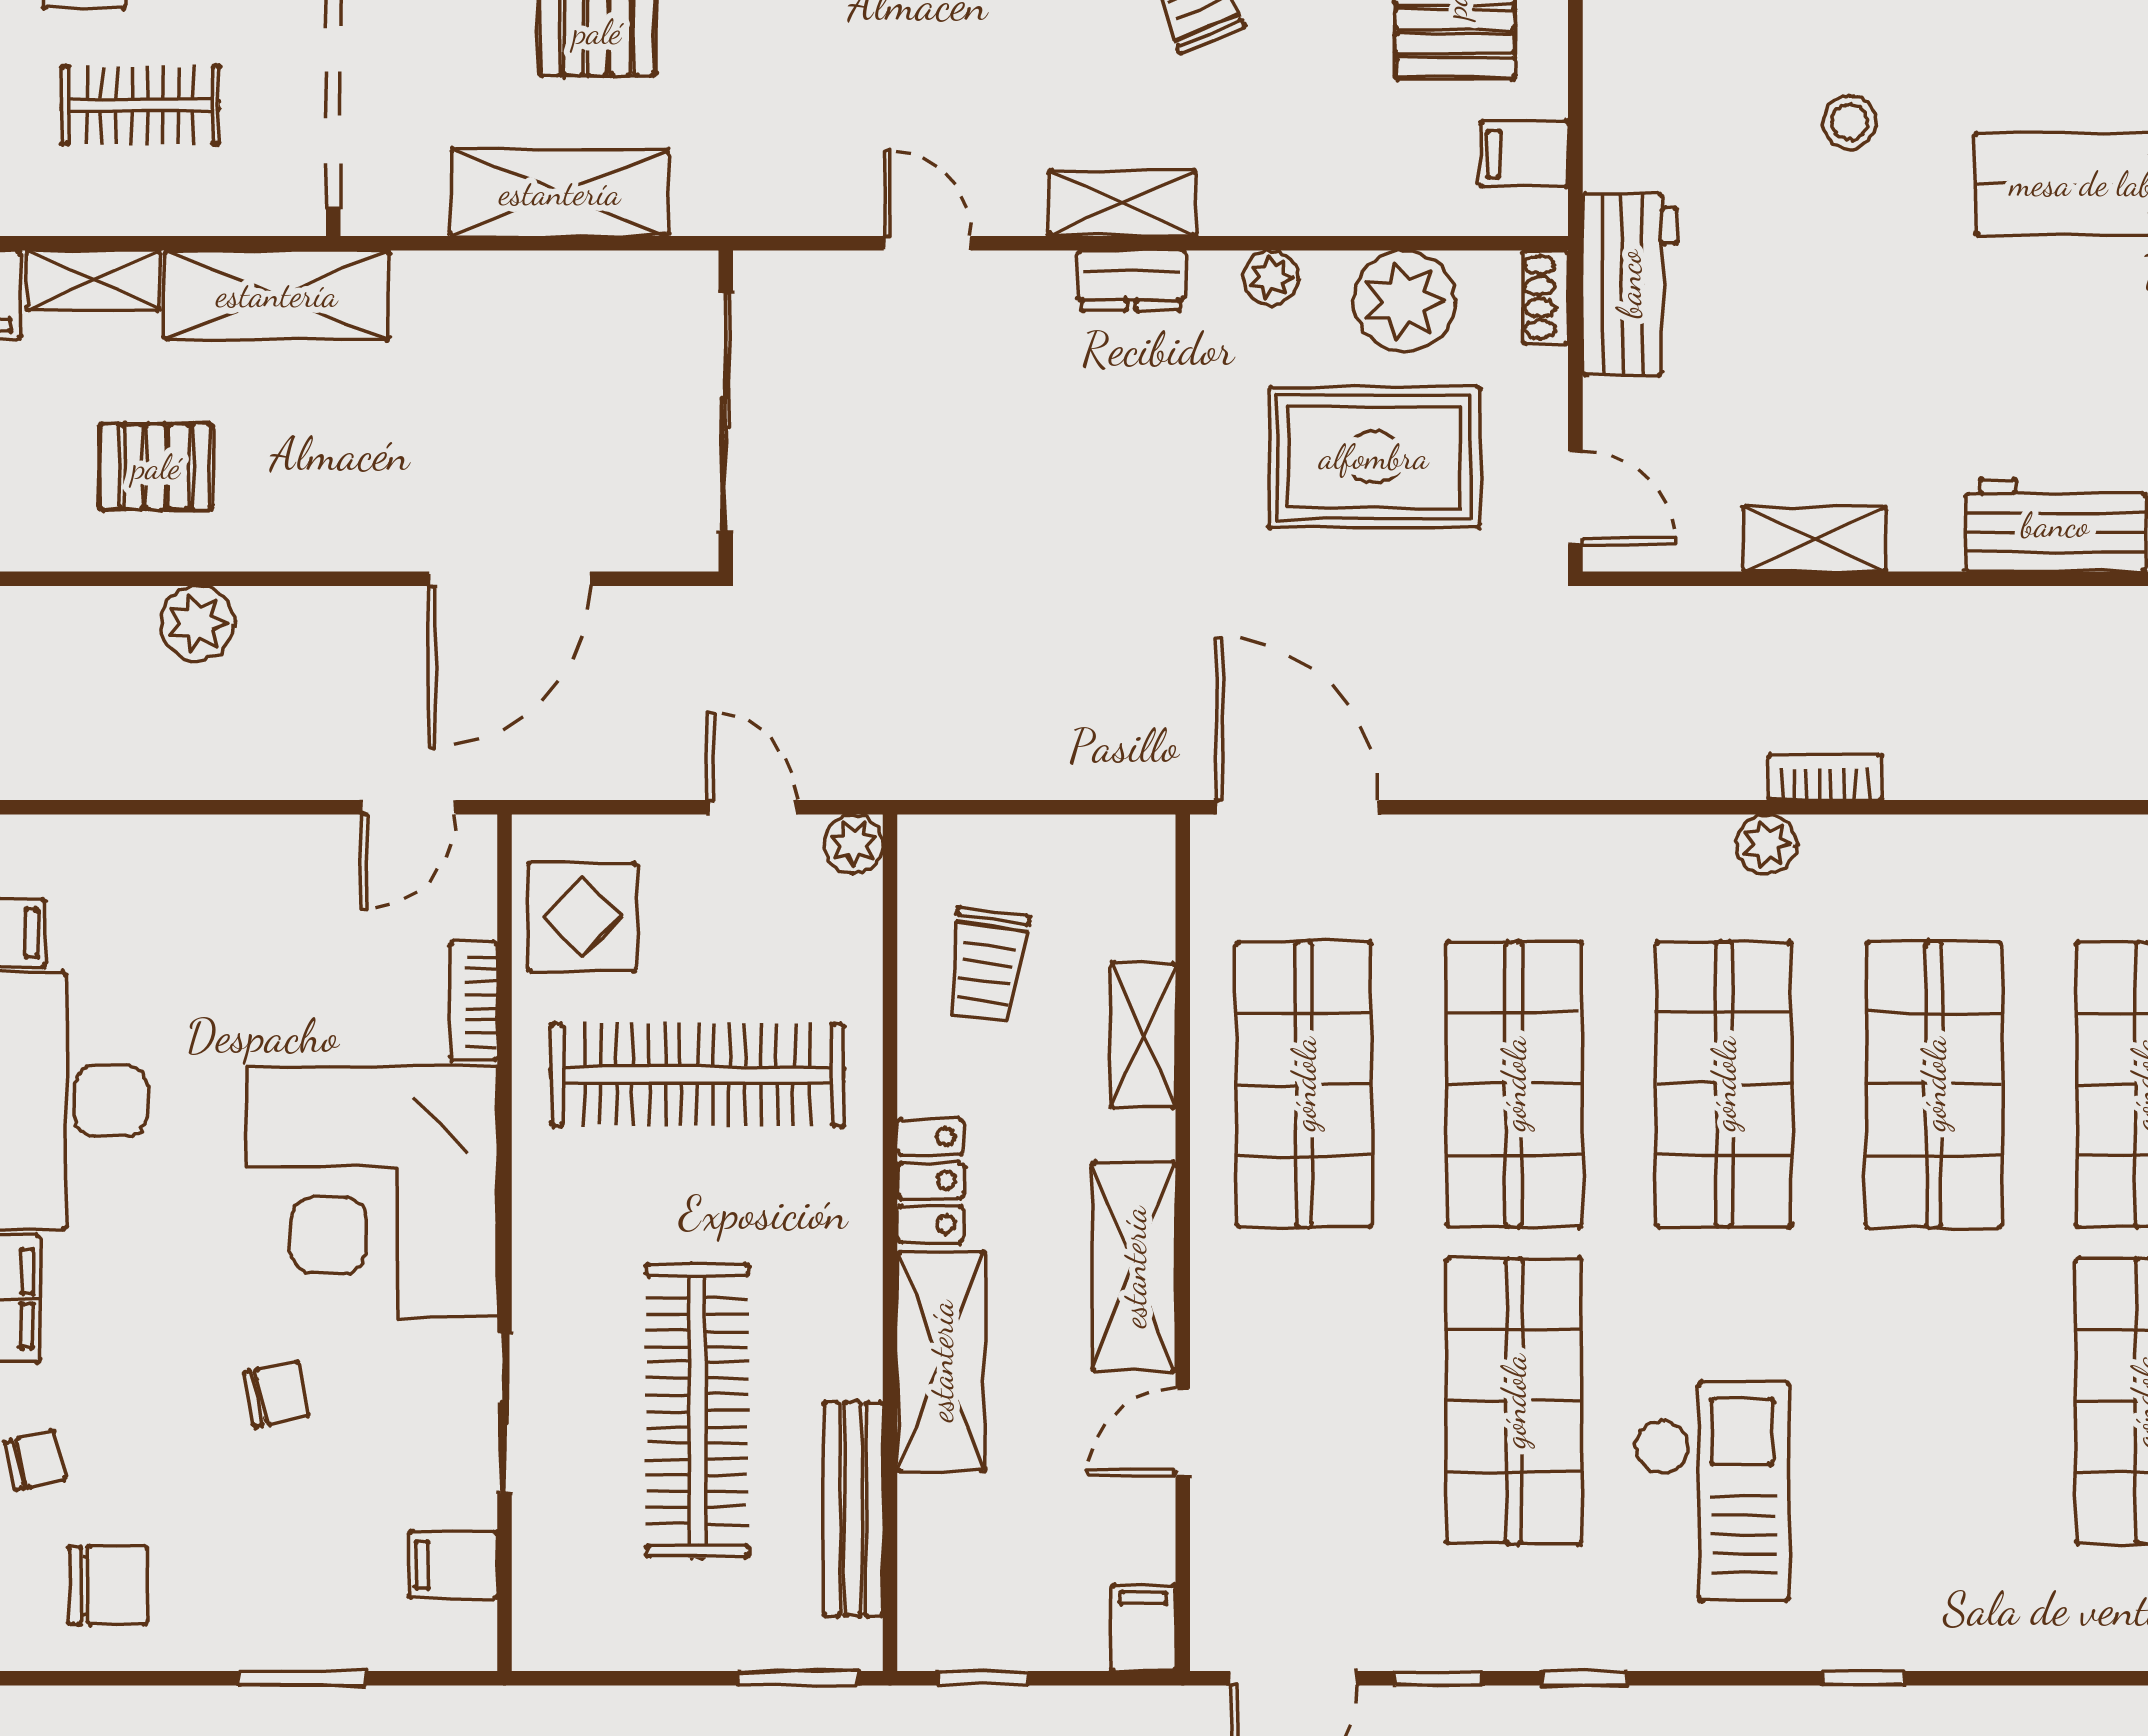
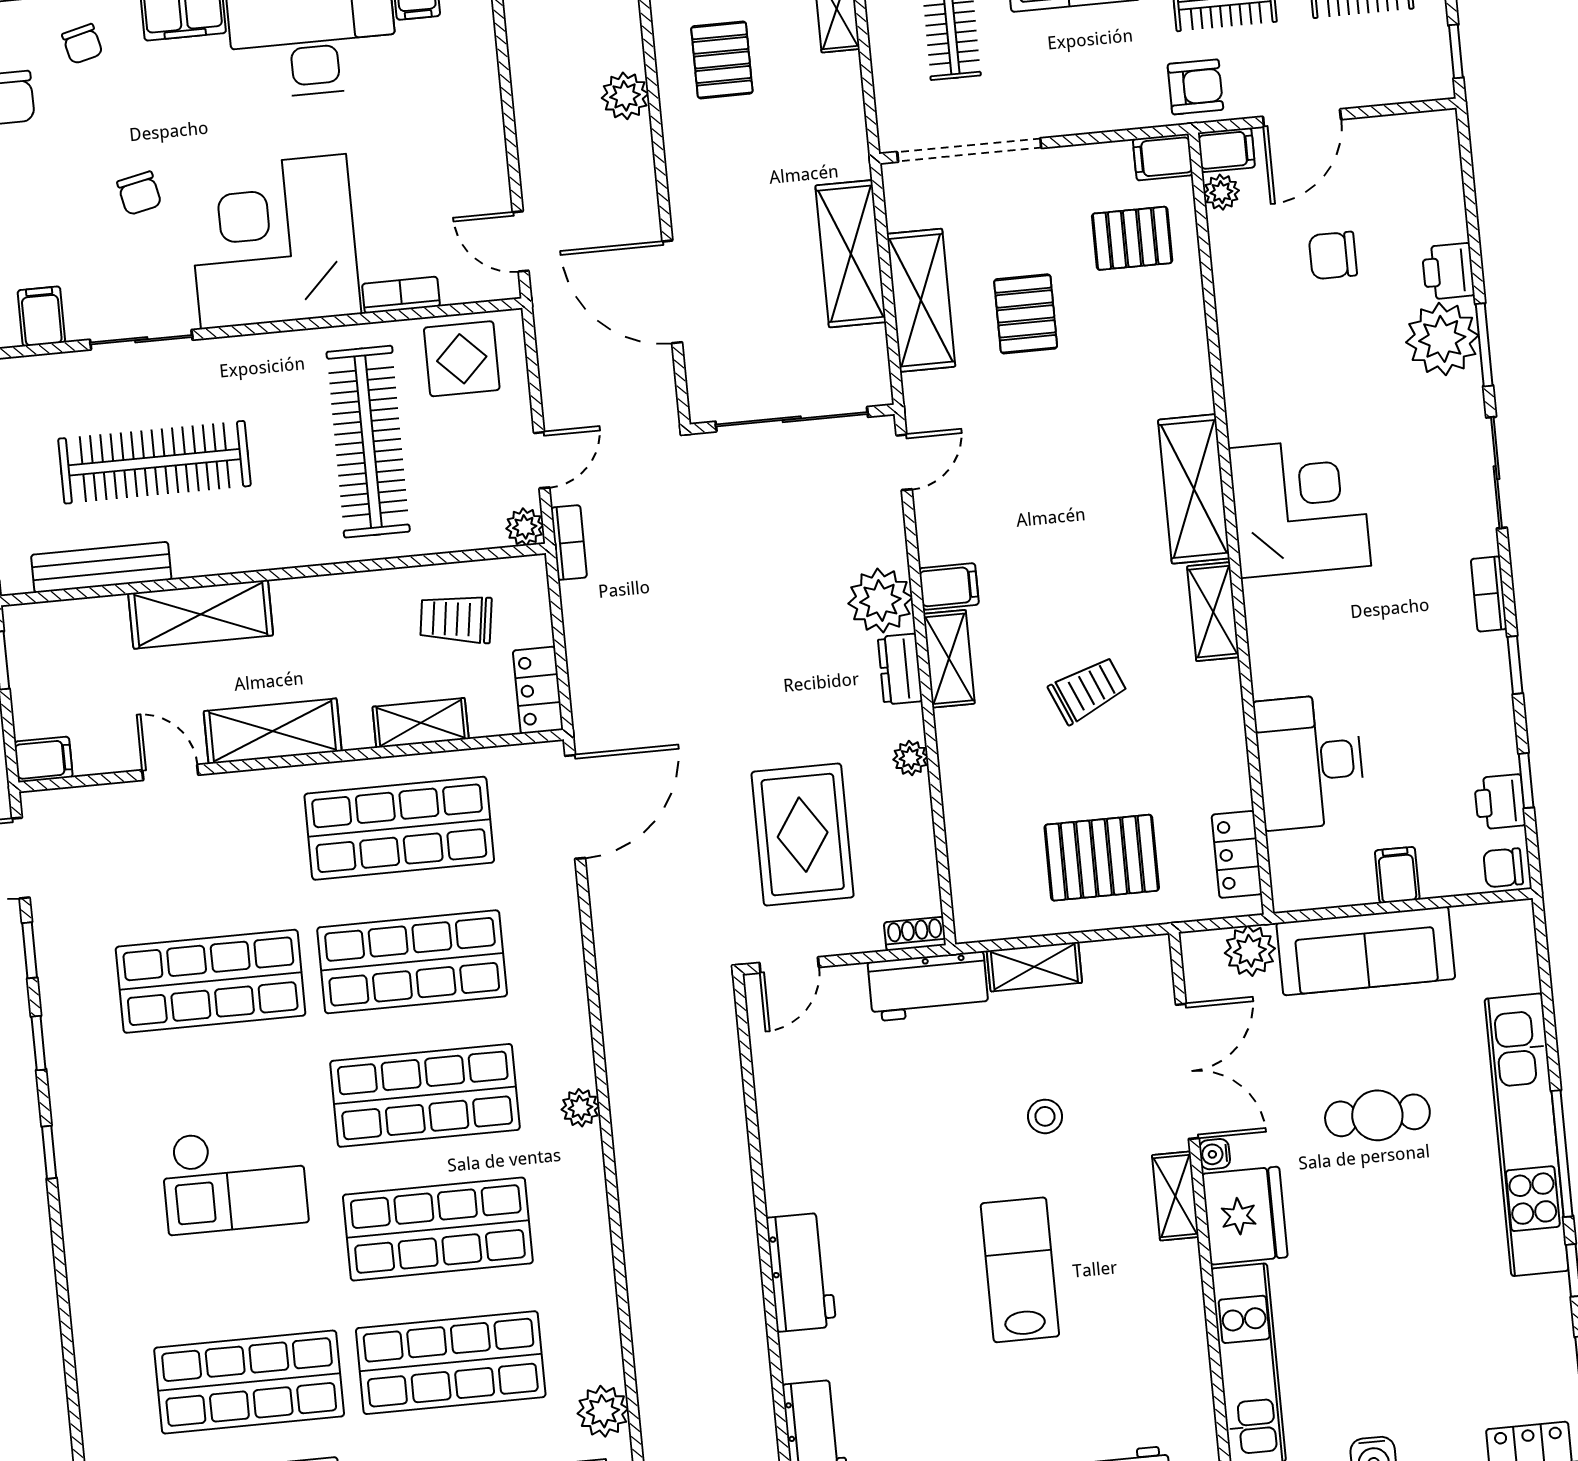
filing cabinet: (1524, 154) -> (949, 586), moved, turned 90
door: (927, 243) -> (904, 462), moved
shelving: (277, 295) -> (851, 254), moved
plant: (1404, 301) -> (880, 601), moved
shelving: (1815, 539) -> (1034, 967), moved, turned 90
bookcase: (1825, 777) -> (569, 543), moved
locker: (930, 1180) -> (538, 690), moved, turned 90
checkout: (1712, 1491) -> (234, 1180), moved
window: (1863, 1678) -> (49, 1152), moved

